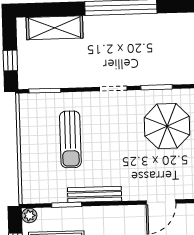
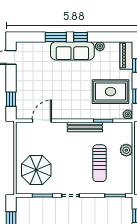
sun lounger: (70, 139) -> (99, 163), turned 180
plant: (30, 161) -> (126, 150), added

